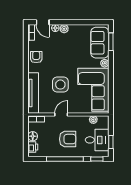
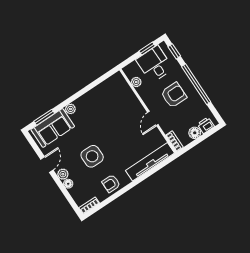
door: (43, 22) -> (47, 165), moved
side table: (60, 85) -> (92, 156), moved
corner sofa: (93, 90) -> (106, 102), removed
door: (61, 114) -> (153, 118), hinge flipped
armchair: (68, 139) -> (174, 95), turned 90

